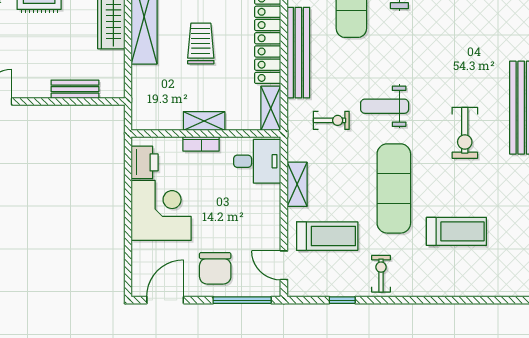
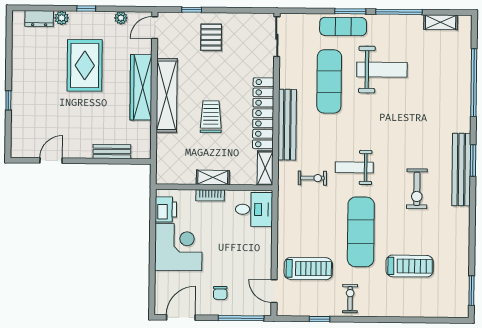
shelving: (297, 184) -> (285, 228), removed
chair: (215, 268) -> (220, 293), width x0.54, depth x0.54

